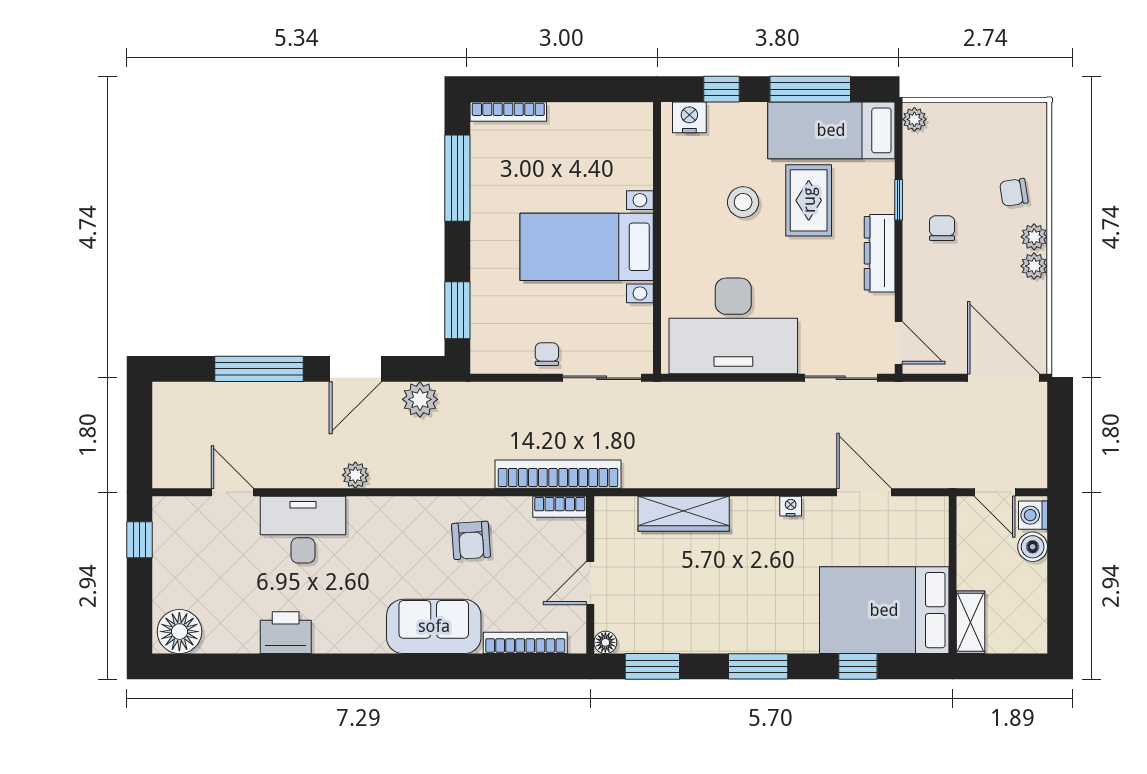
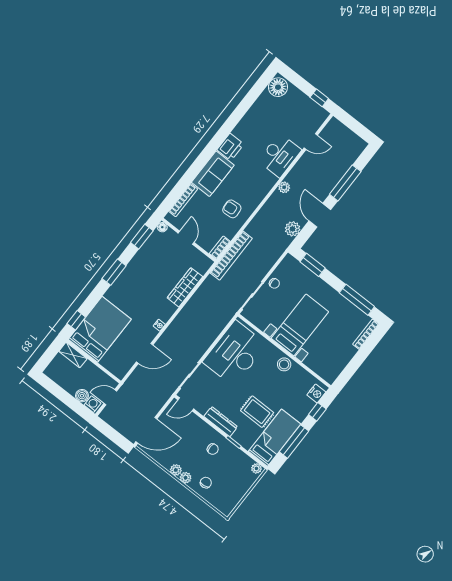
stool: (743, 202) -> (284, 364), moved
printer: (286, 633) -> (230, 147), moved
window: (858, 666) -> (76, 320), moved

